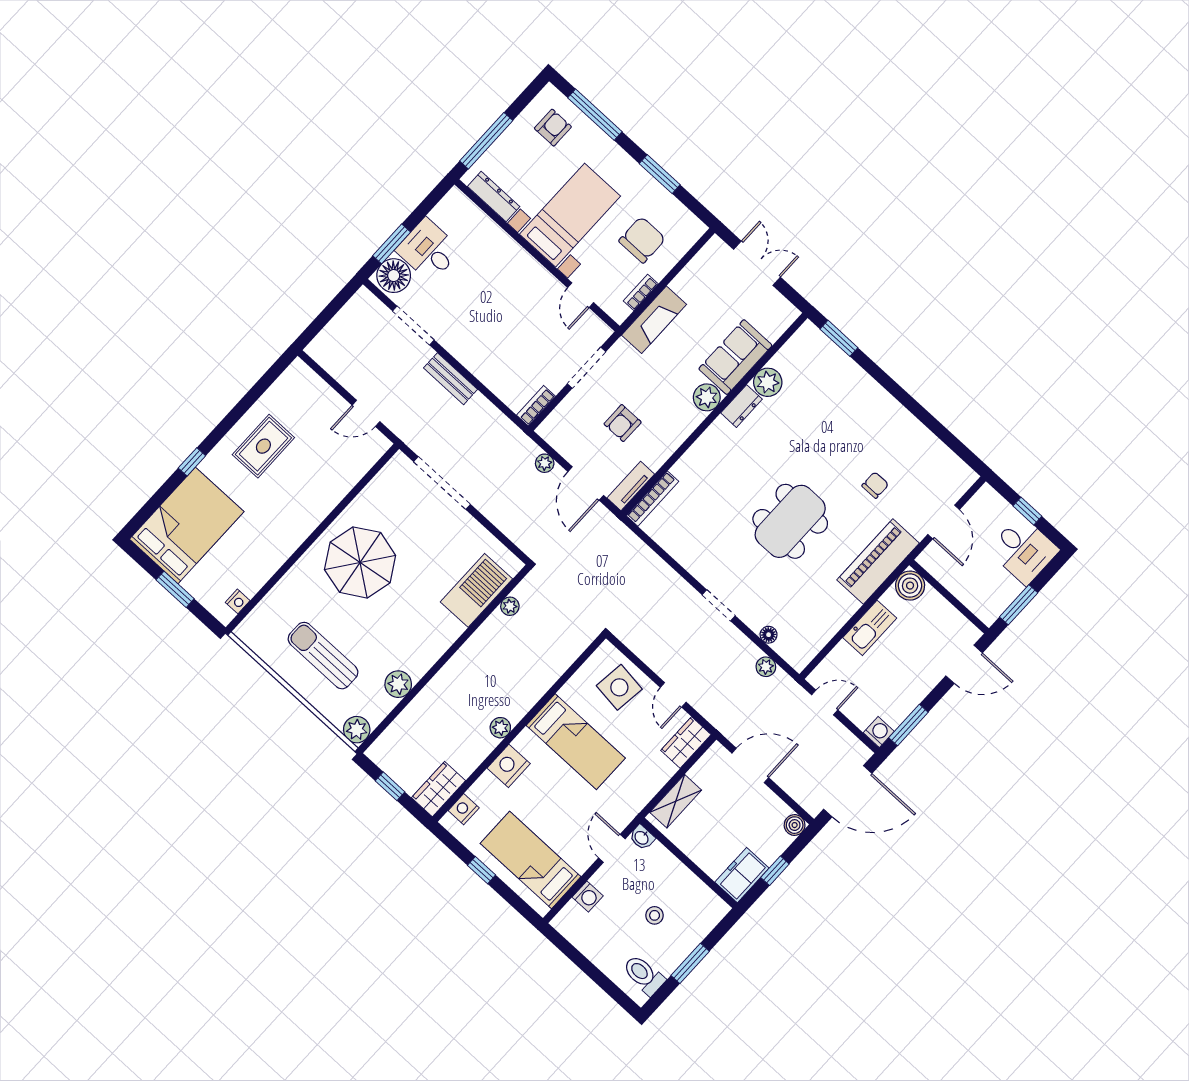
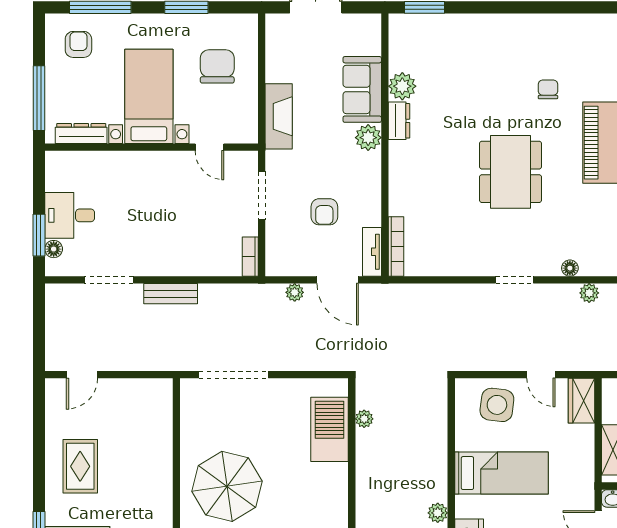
floor lamp: (394, 276) -> (54, 249), width x0.53, depth x0.53
bookcase: (641, 292) -> (251, 105), removed
door: (366, 413) -> (82, 375), moved

